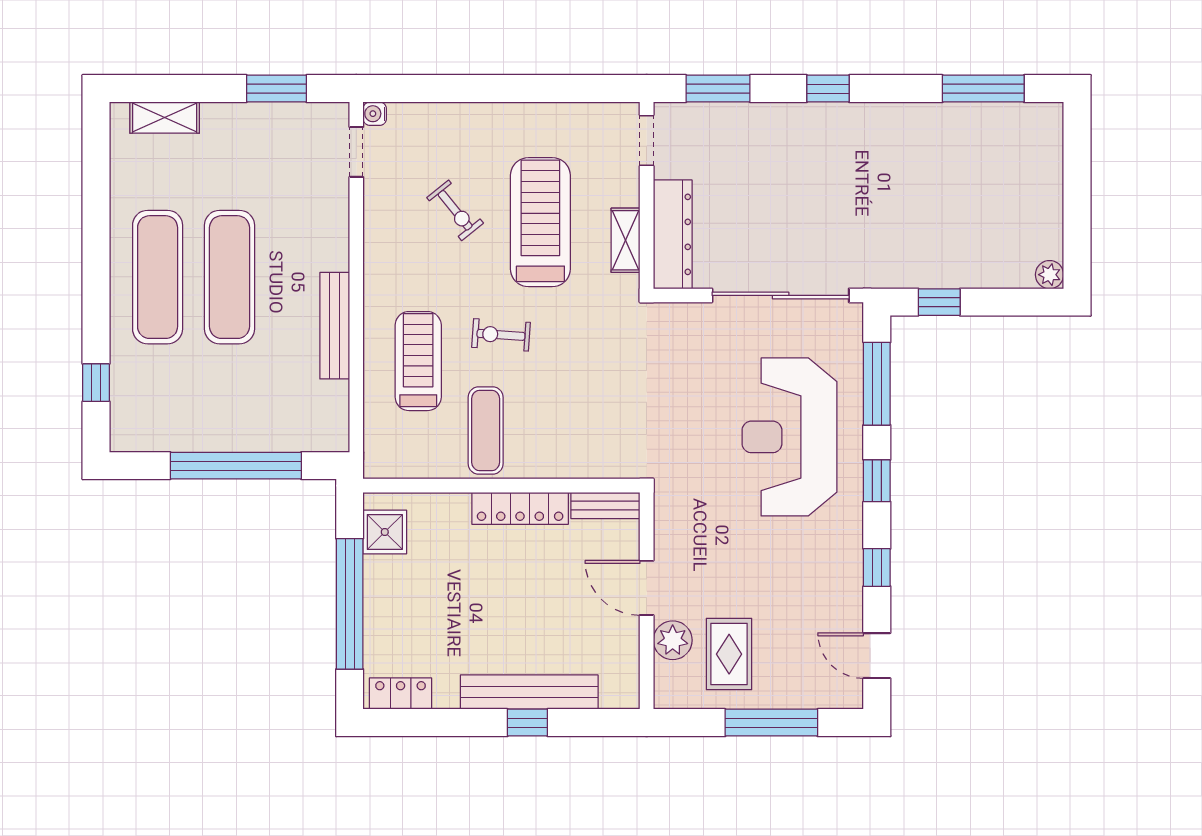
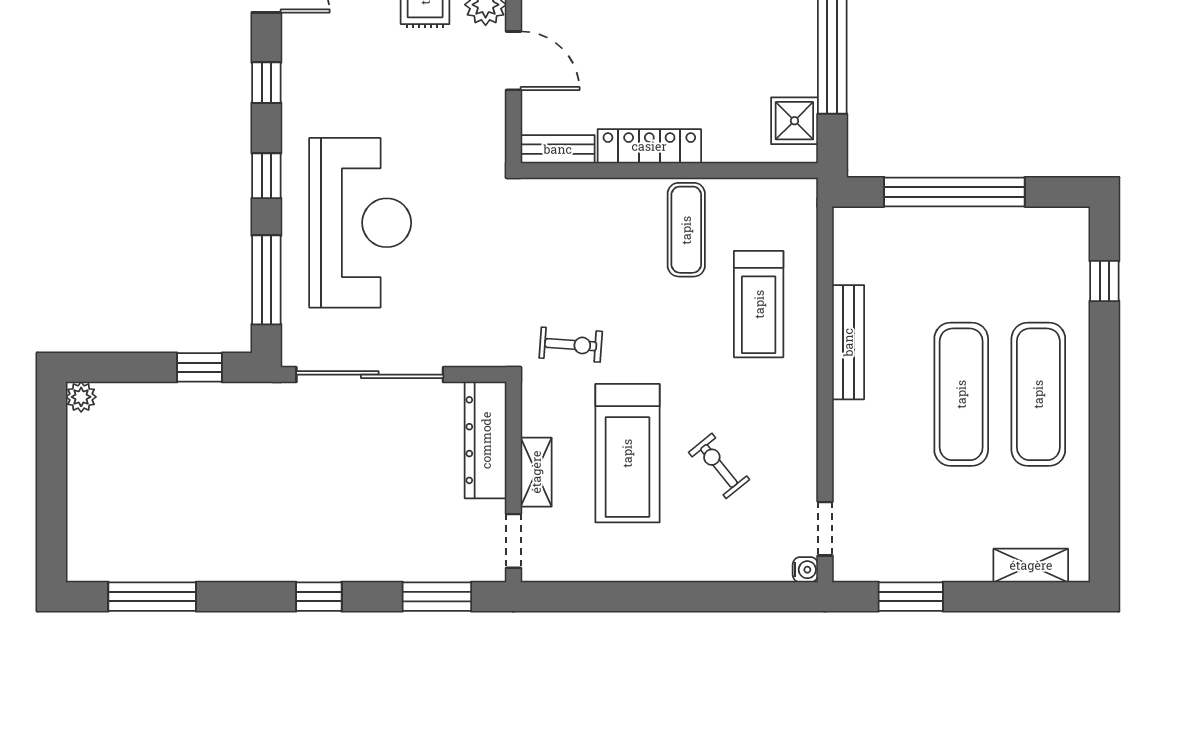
shelving: (625, 240) -> (536, 472), moved
exercise bike: (501, 335) -> (571, 345), moved

